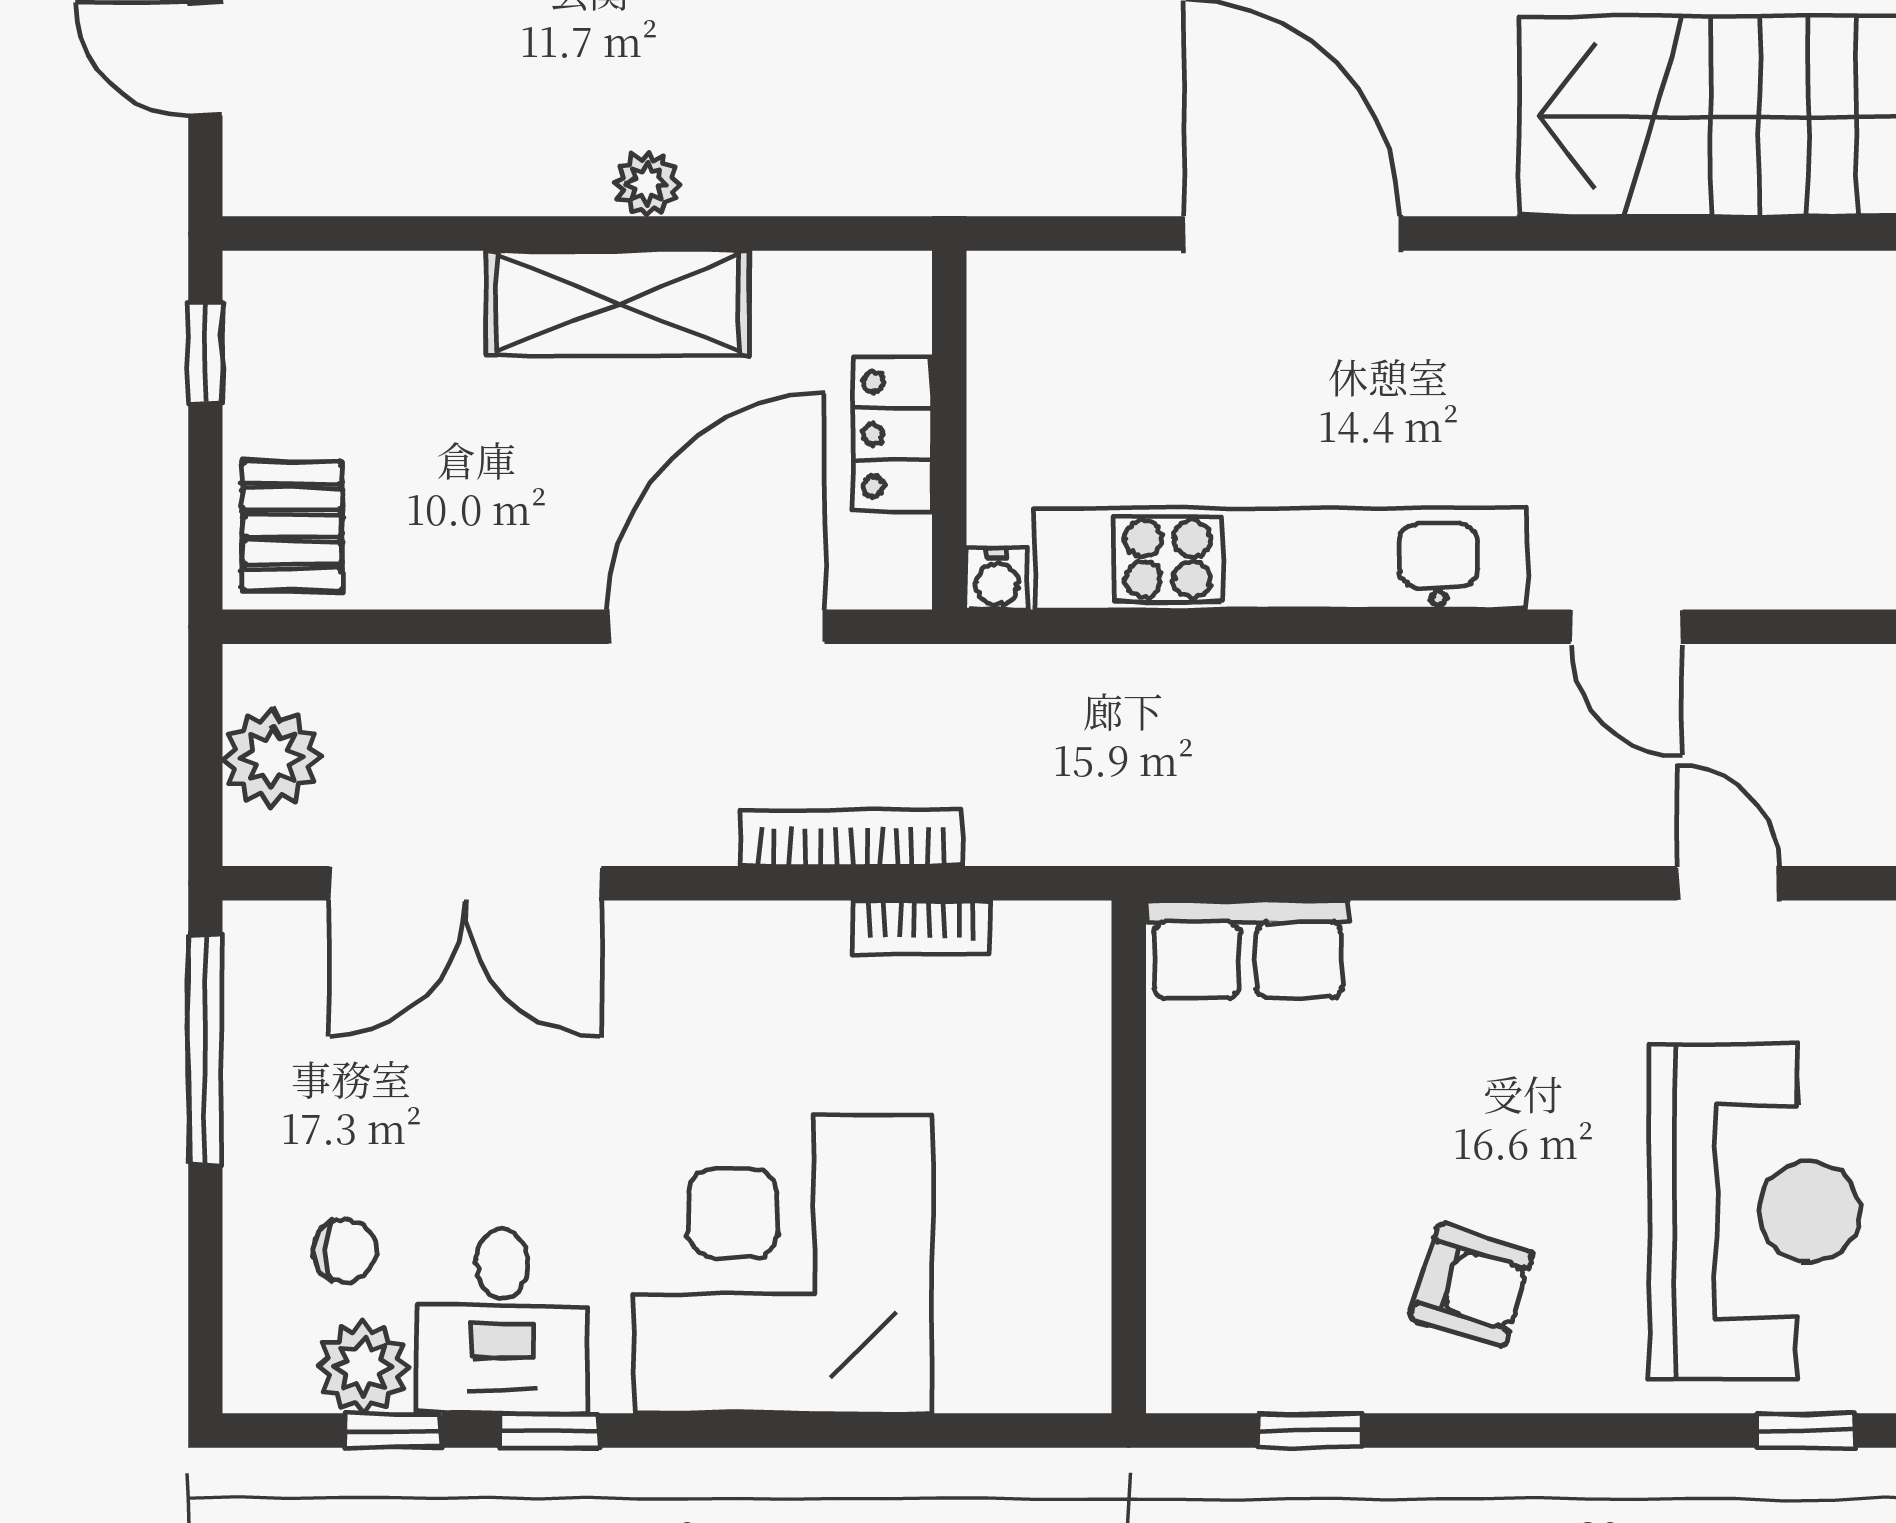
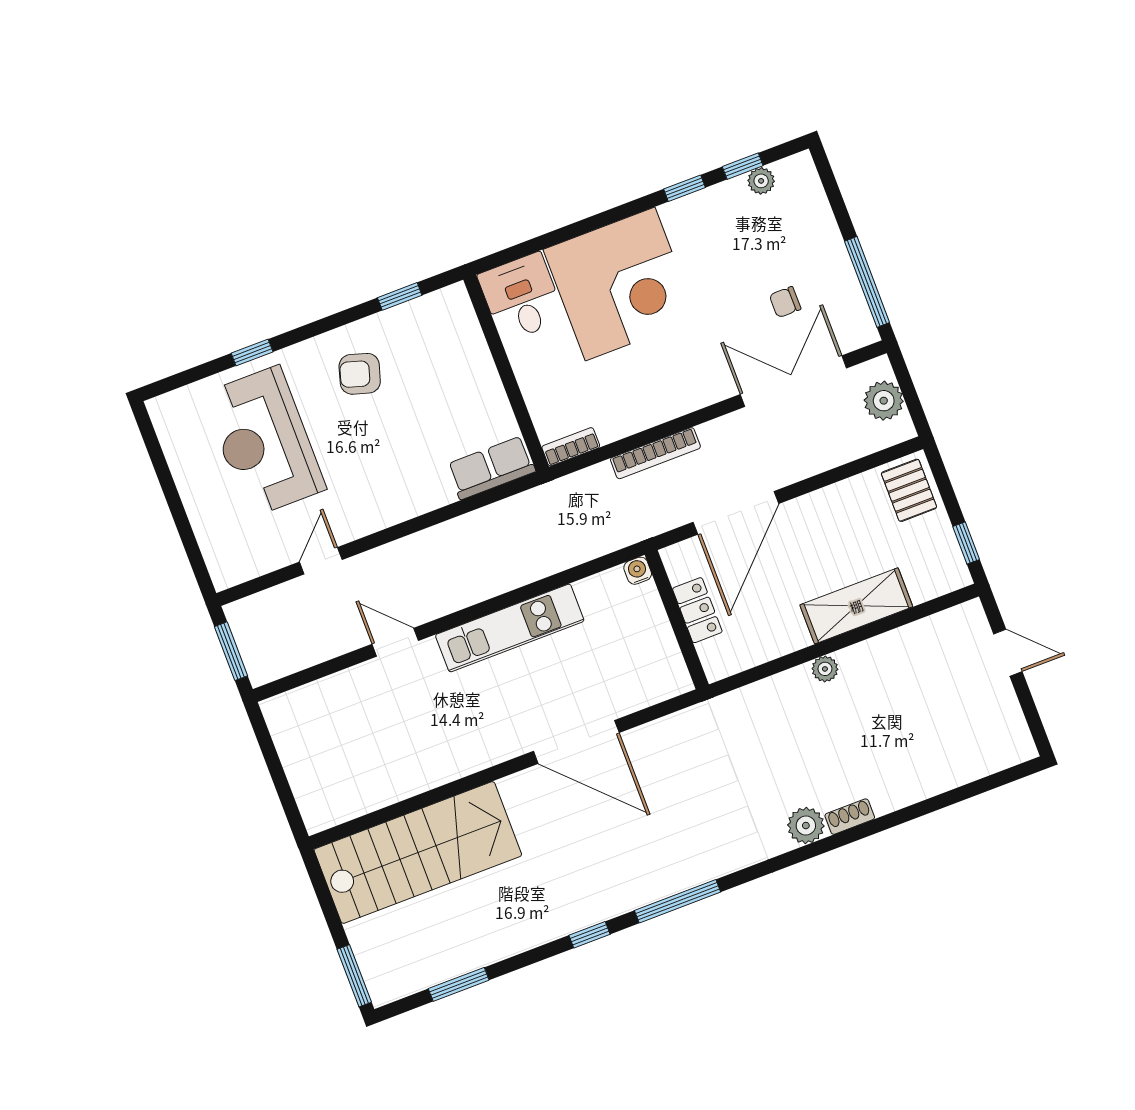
shelving: (618, 303) -> (856, 606), moved
kitchen unit: (1281, 559) -> (510, 628), width x0.73
door: (1728, 883) -> (321, 561), swing flipped
bookcase: (922, 928) -> (571, 447), moved
chair: (345, 1251) -> (785, 302), moved
desk: (502, 1321) -> (521, 297), moved
plant: (363, 1367) -> (761, 181), width x0.73, depth x0.73
window: (1806, 1430) -> (252, 352), moved

